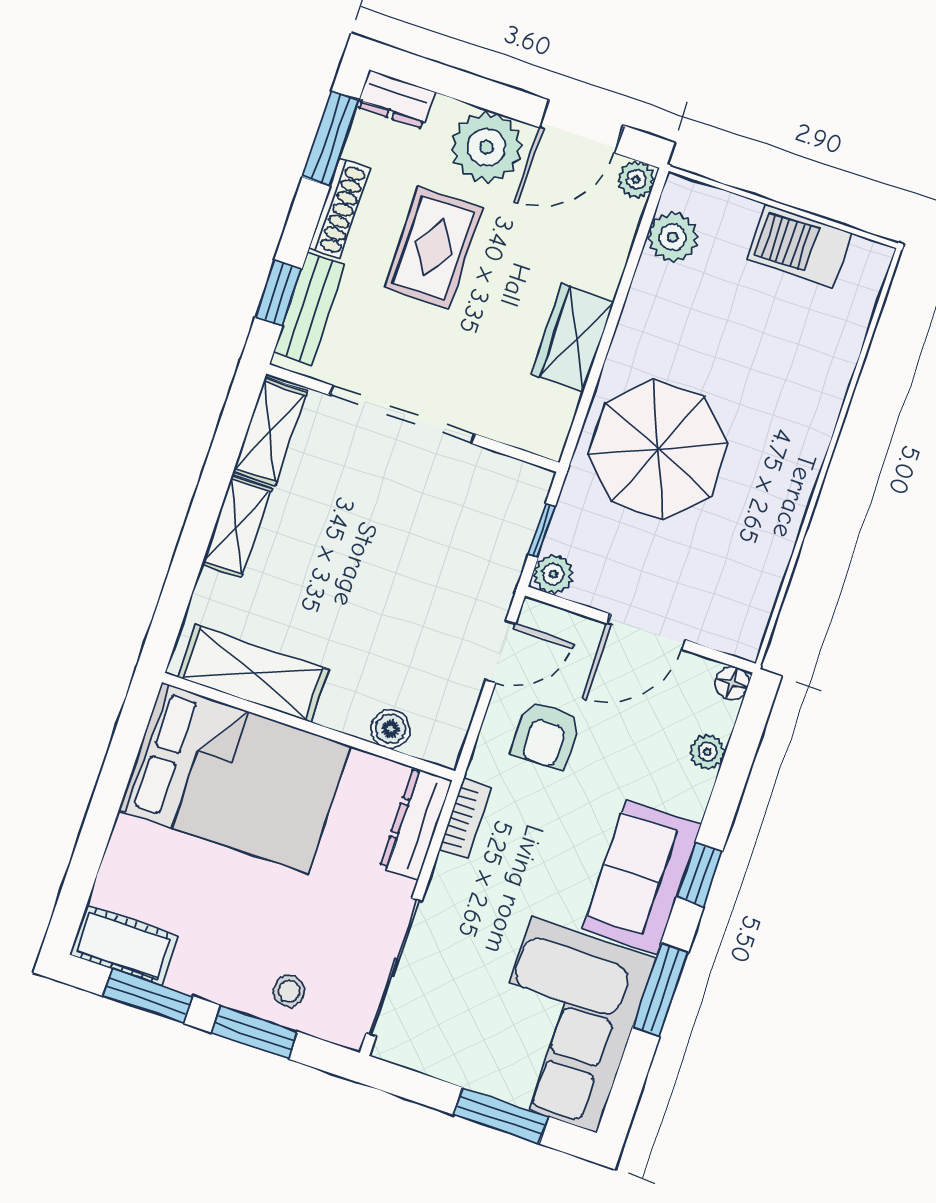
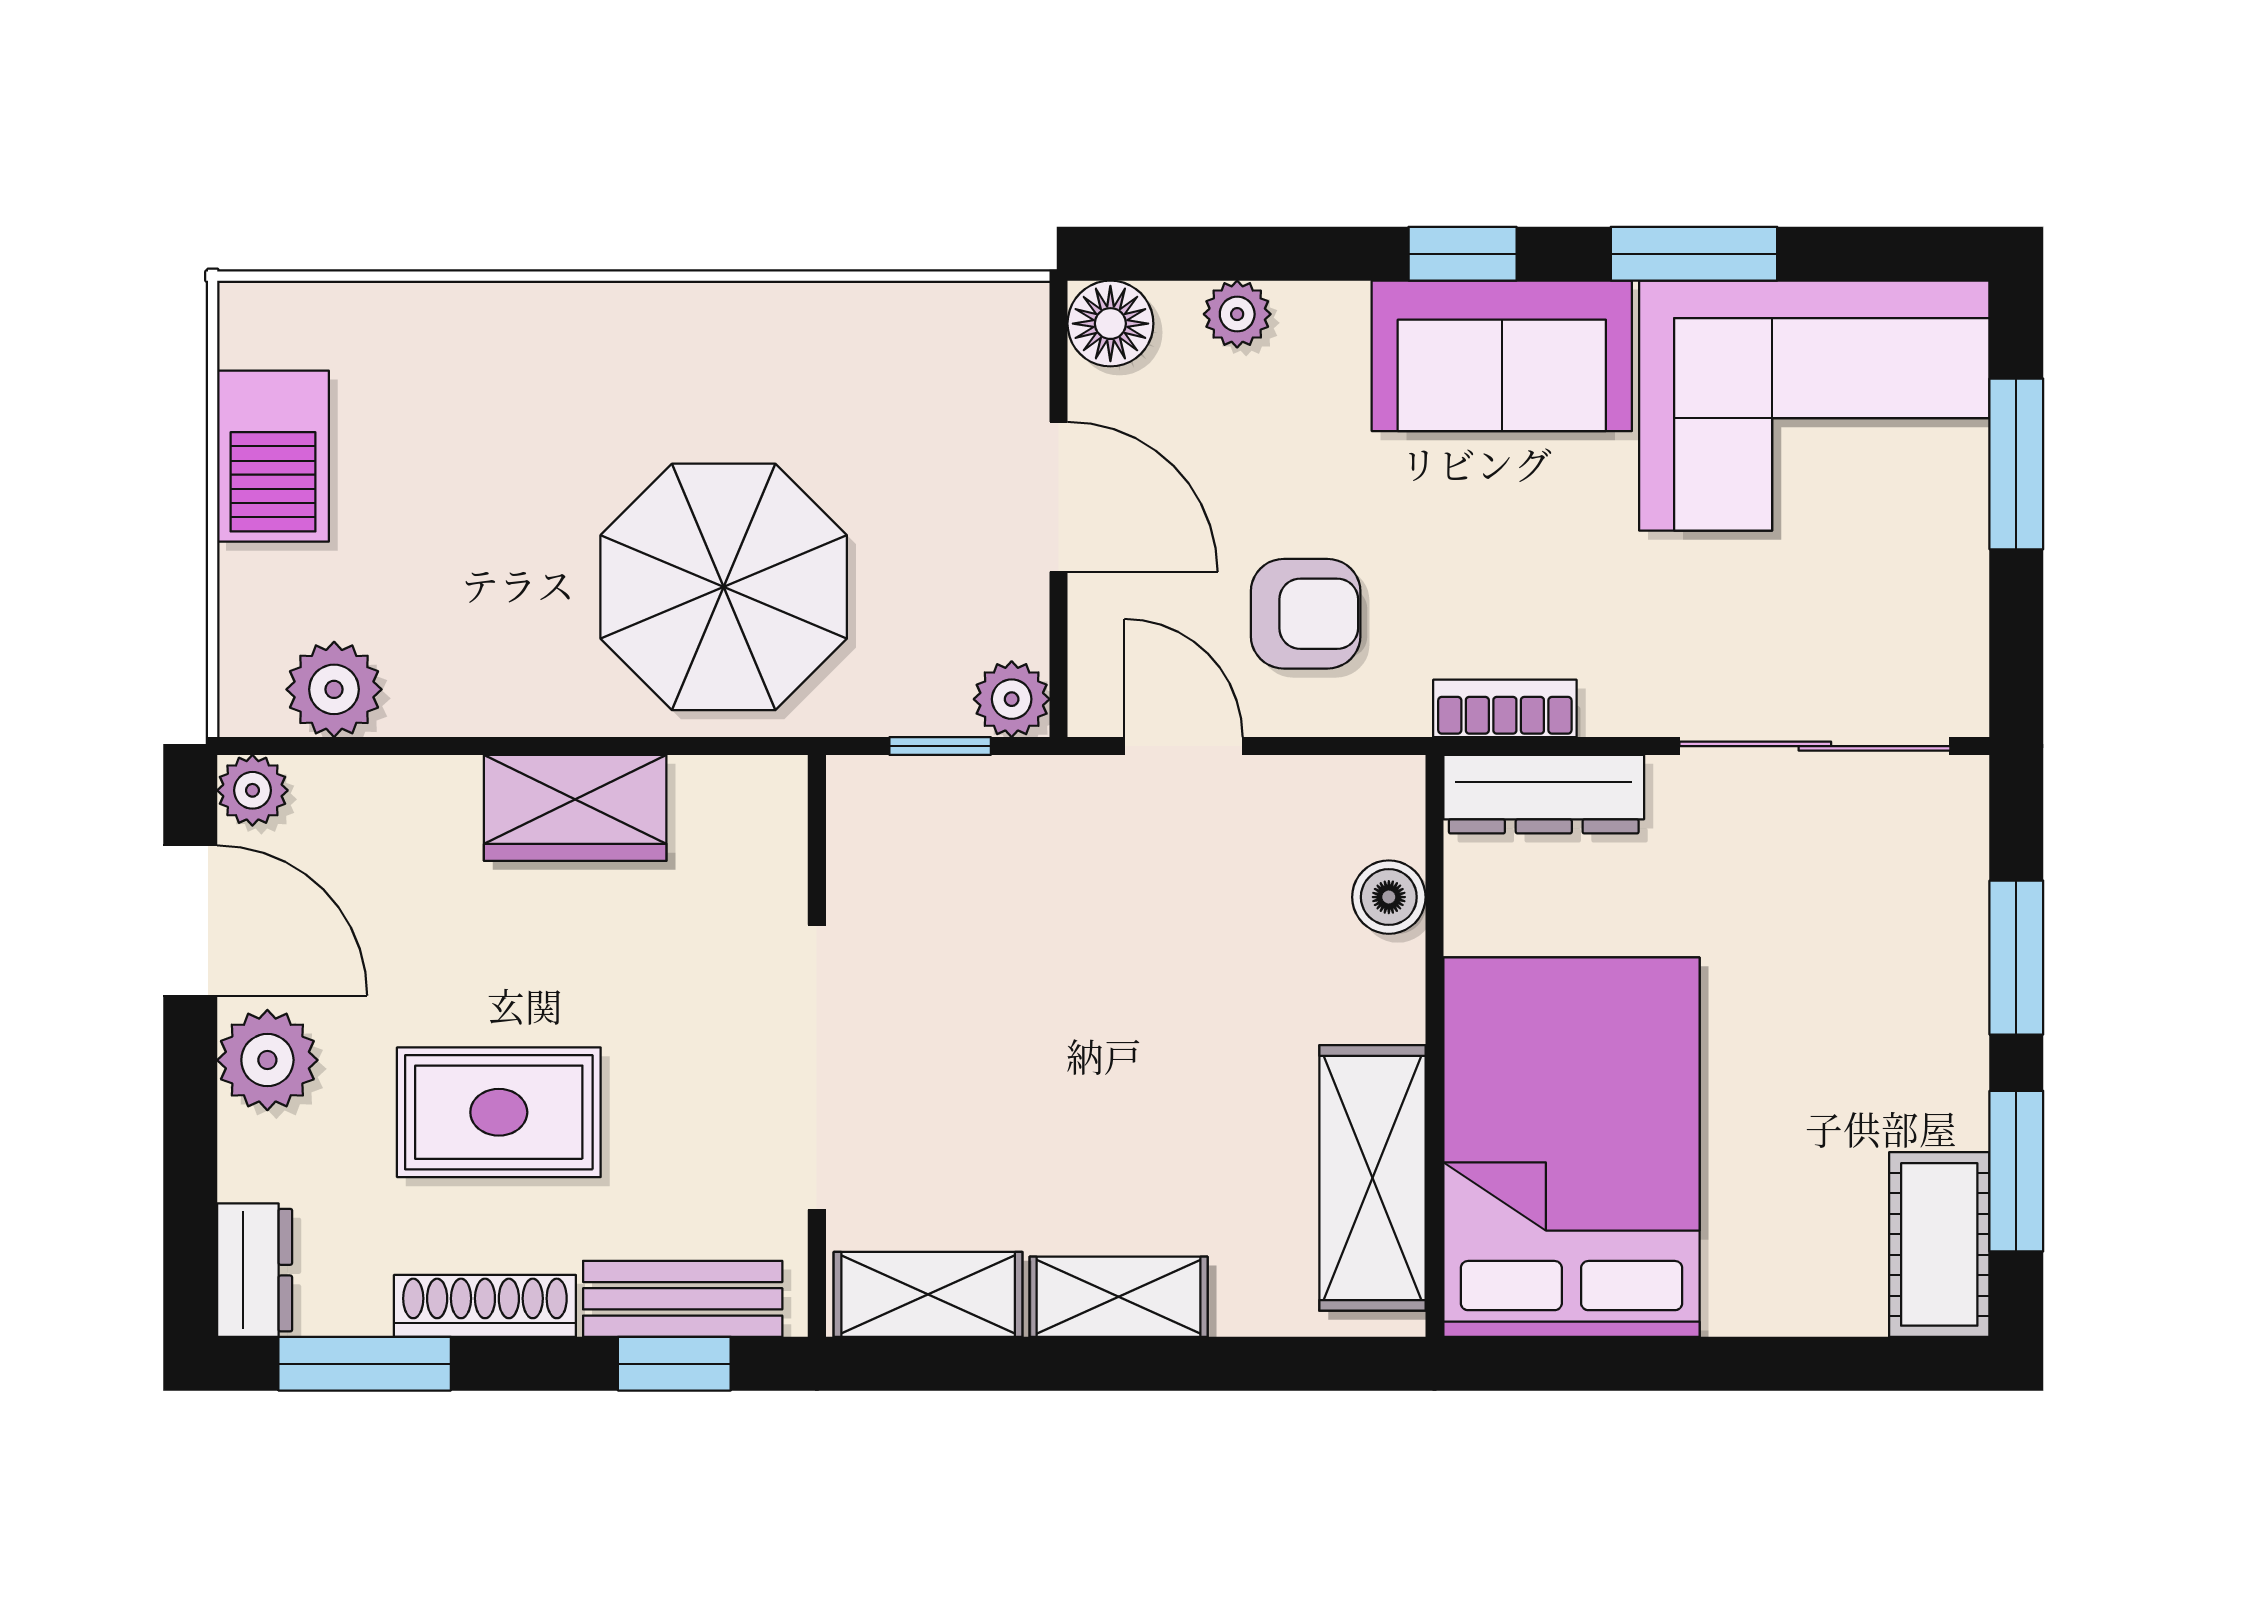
plant: (487, 147) -> (267, 1060), width x0.73, depth x0.73
floor lamp: (732, 683) -> (1110, 324), width x1.37, depth x1.37
stool: (289, 991) -> (1921, 920), removed

